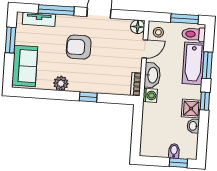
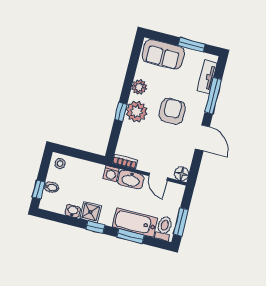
stool: (158, 32) -> (60, 164), moved
plant: (85, 82) -> (136, 112), added

